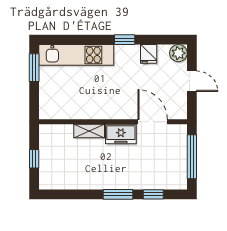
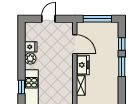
window: (125, 40) -> (21, 87), moved
plant: (178, 53) -> (30, 58), moved
door: (153, 122) -> (75, 44), swing flipped

